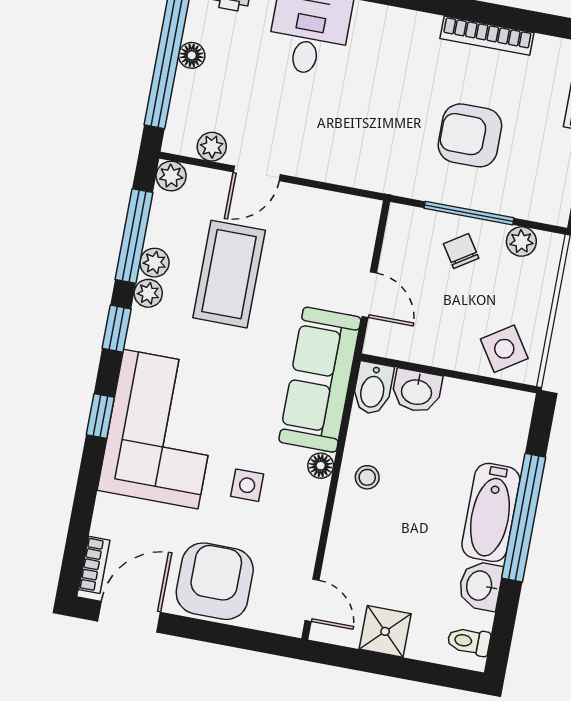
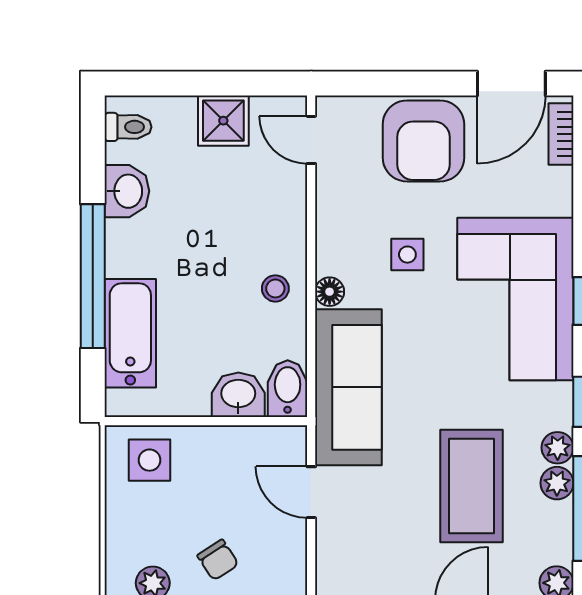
side table: (504, 349) -> (149, 460), turned 33
bathtub: (491, 512) -> (130, 333), moved

